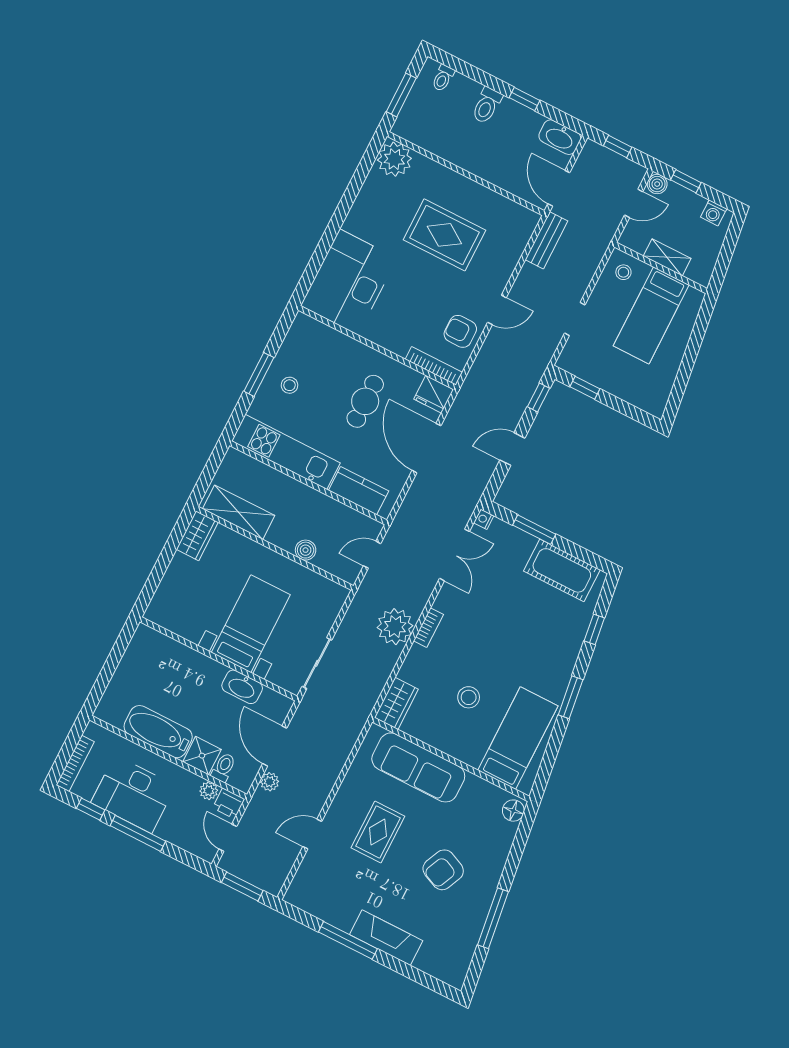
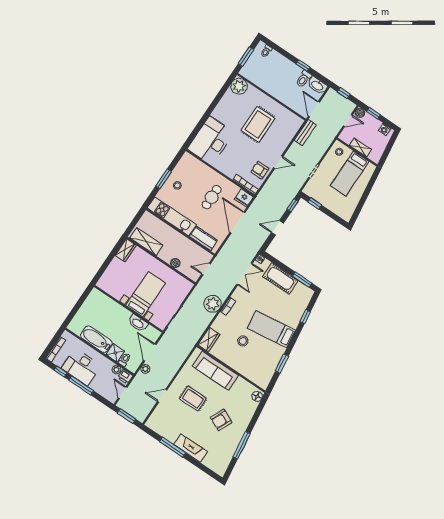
toilet: (487, 105) -> (303, 79), moved
rug: (444, 235) -> (258, 124), turned 90
window: (534, 530) -> (302, 280), moved
cot: (562, 570) -> (280, 278), moved
window: (571, 697) -> (282, 364), moved
bed: (518, 738) -> (271, 329), moved, turned -98
rug: (378, 832) -> (193, 399), turned 90

